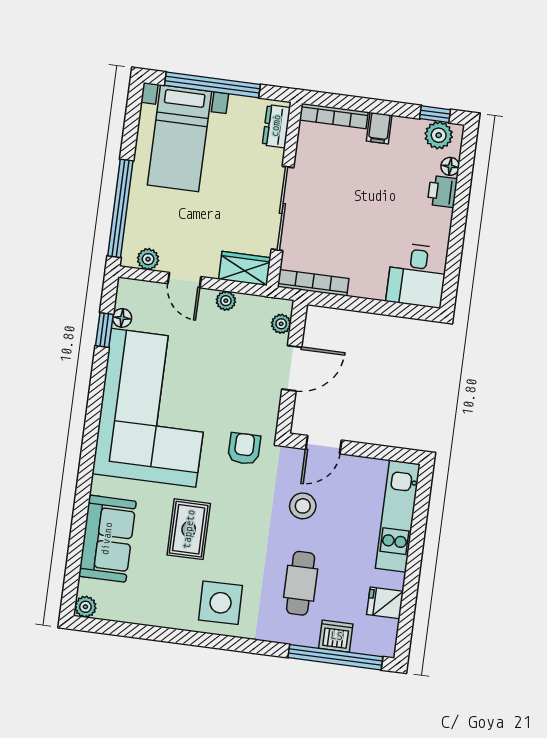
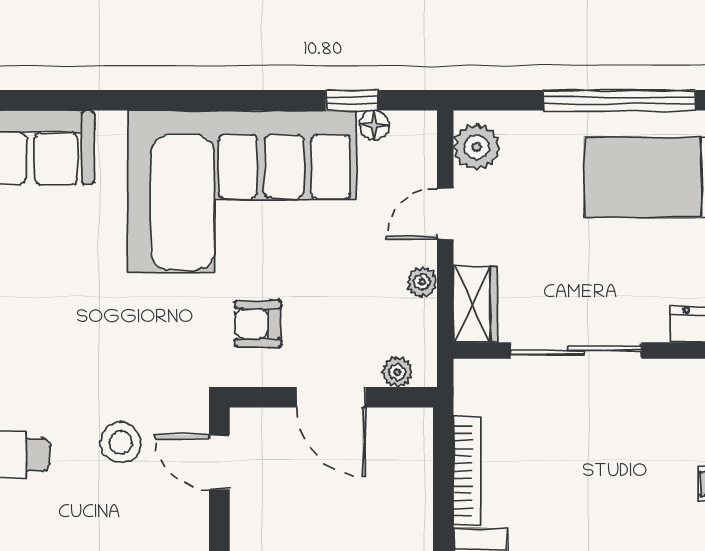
window: (120, 208) -> (619, 100), moved
plant: (148, 259) -> (477, 147), width x1.38, depth x1.38
bookcase: (313, 283) -> (467, 471), moved
armchair: (244, 449) -> (258, 324), moved, turned 180
rug: (189, 529) -> (62, 271), removed

